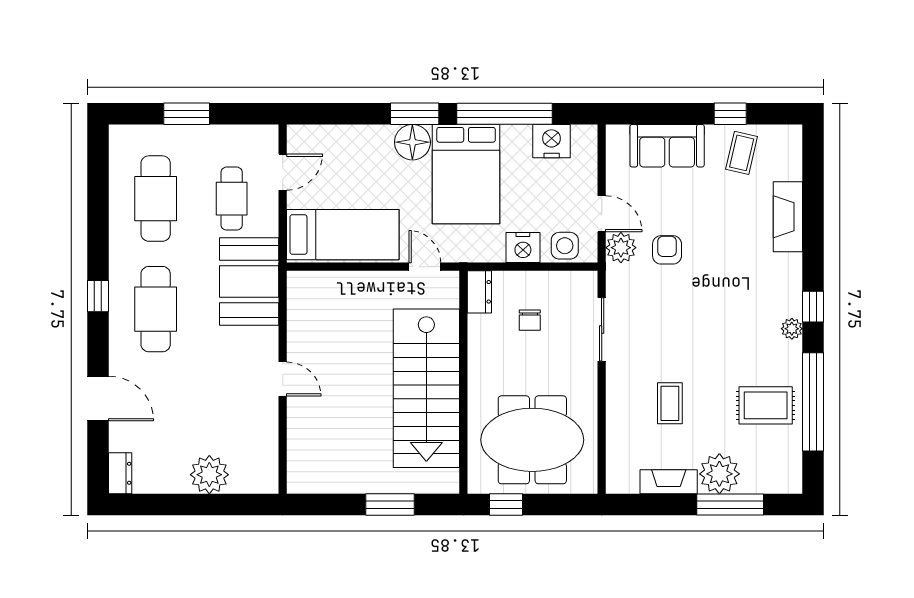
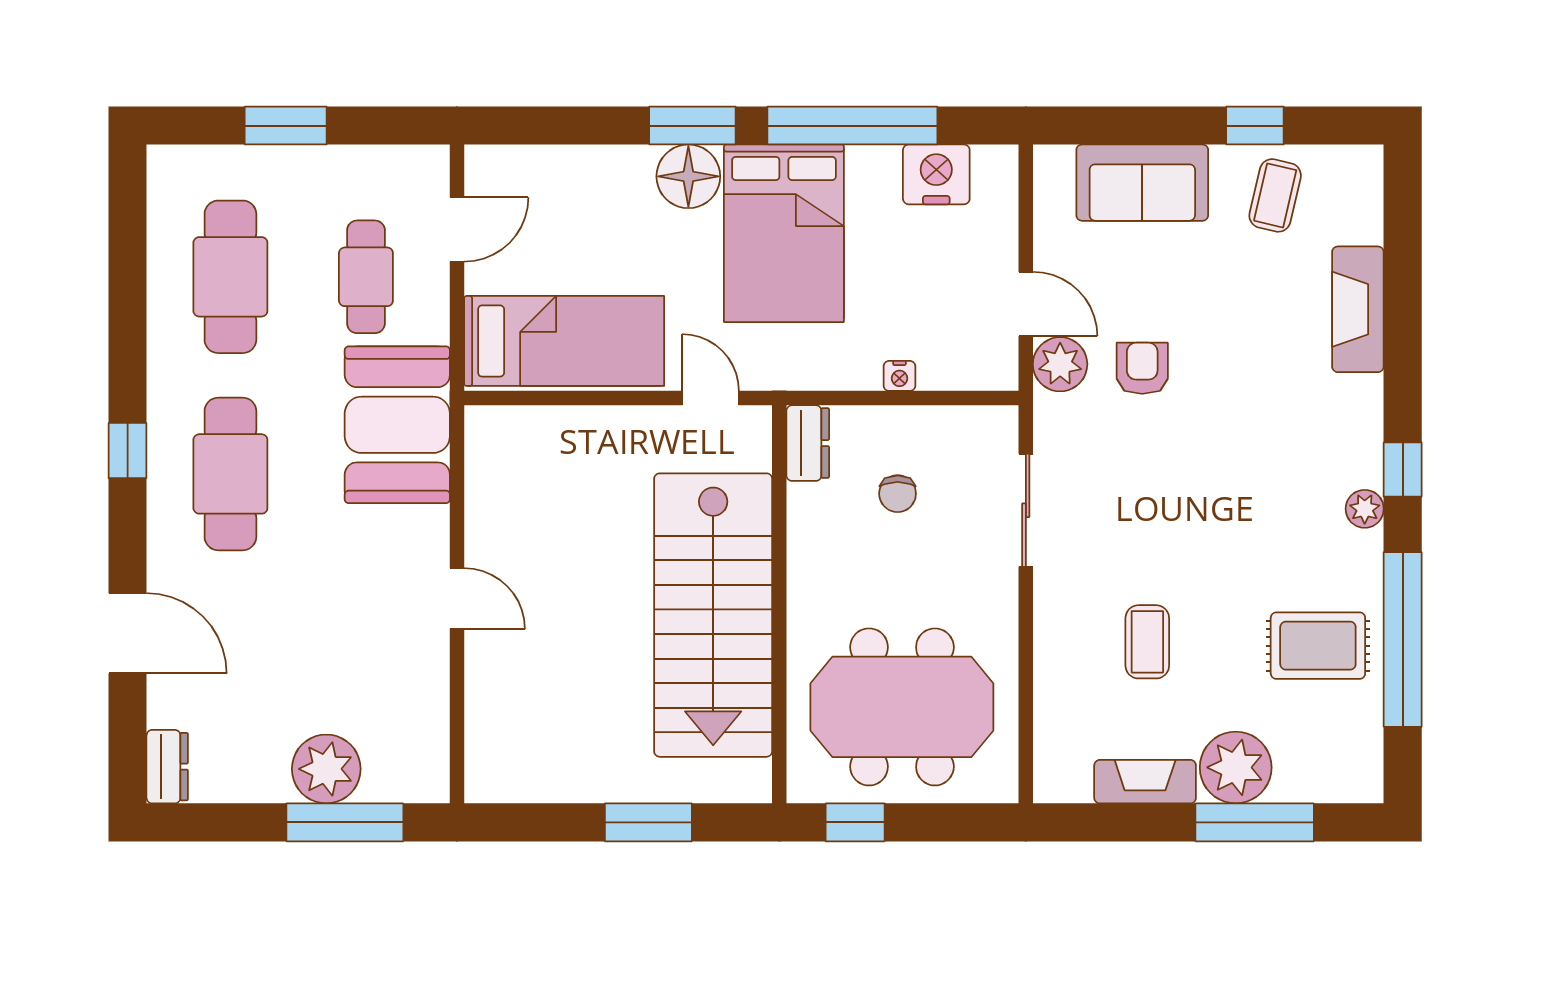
side table: (565, 246) -> (960, 361), removed
nightstand: (523, 247) -> (899, 376), width x0.53, depth x0.56
window: (220, 505) -> (345, 822), added

